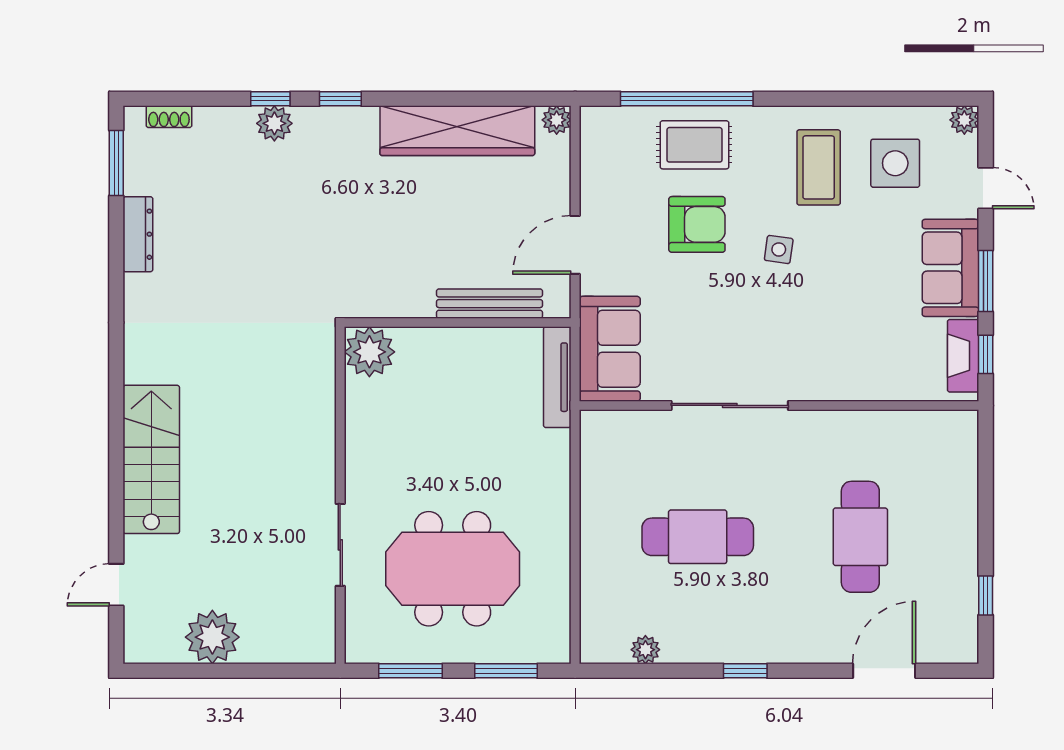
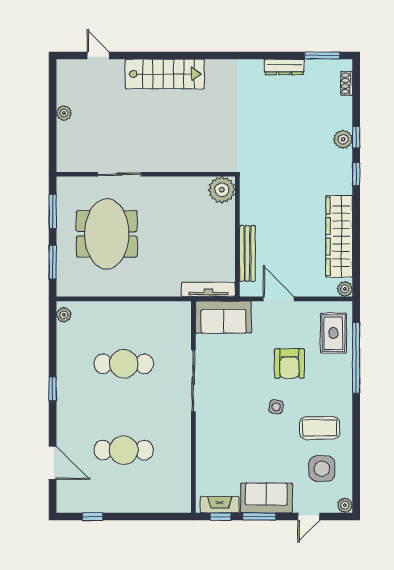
rug: (694, 145) -> (333, 333), moved
cafe table: (698, 537) -> (124, 364), turned 90
plant: (212, 637) -> (64, 113), width x0.53, depth x0.53
plant: (645, 650) -> (64, 315), moved

